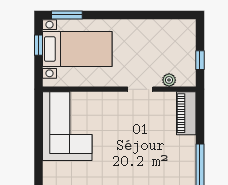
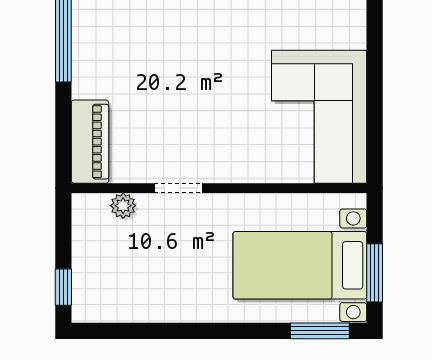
window: (38, 45) -> (375, 273), width x1.50
window: (200, 60) -> (63, 287), moved

